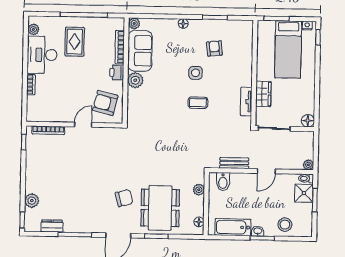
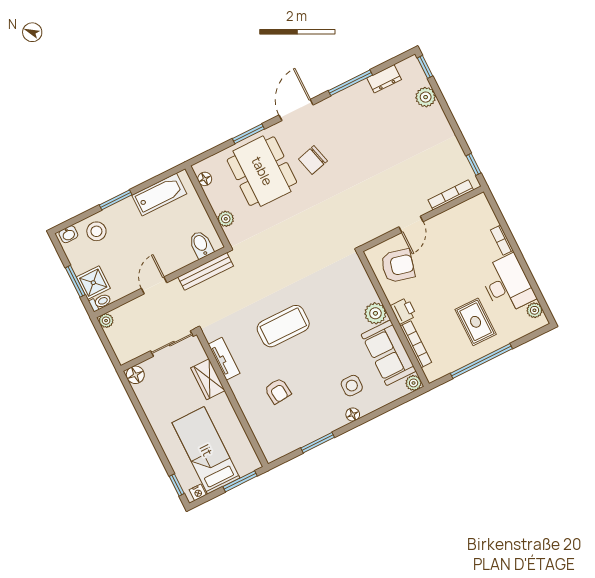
armchair: (214, 48) -> (278, 391), moved
side table: (196, 73) -> (352, 386), moved
coffee table: (198, 103) -> (283, 326), width x1.86, depth x1.72
bench: (234, 163) -> (206, 271), width x1.36
washbasin: (258, 231) -> (68, 234), moved

